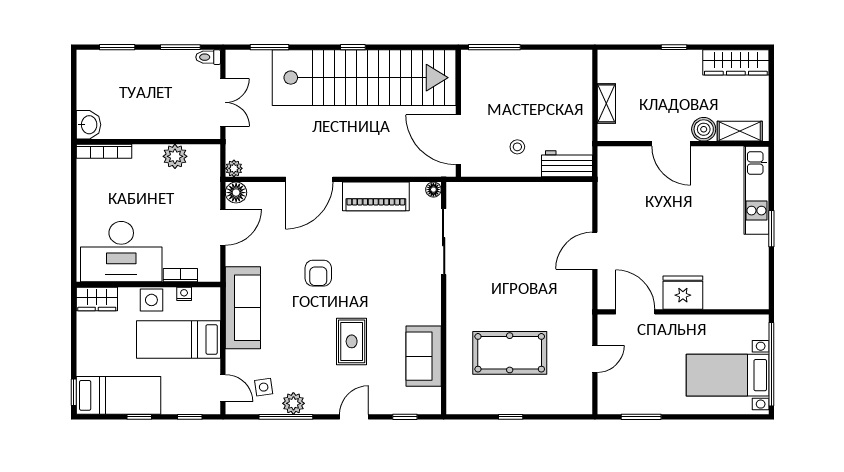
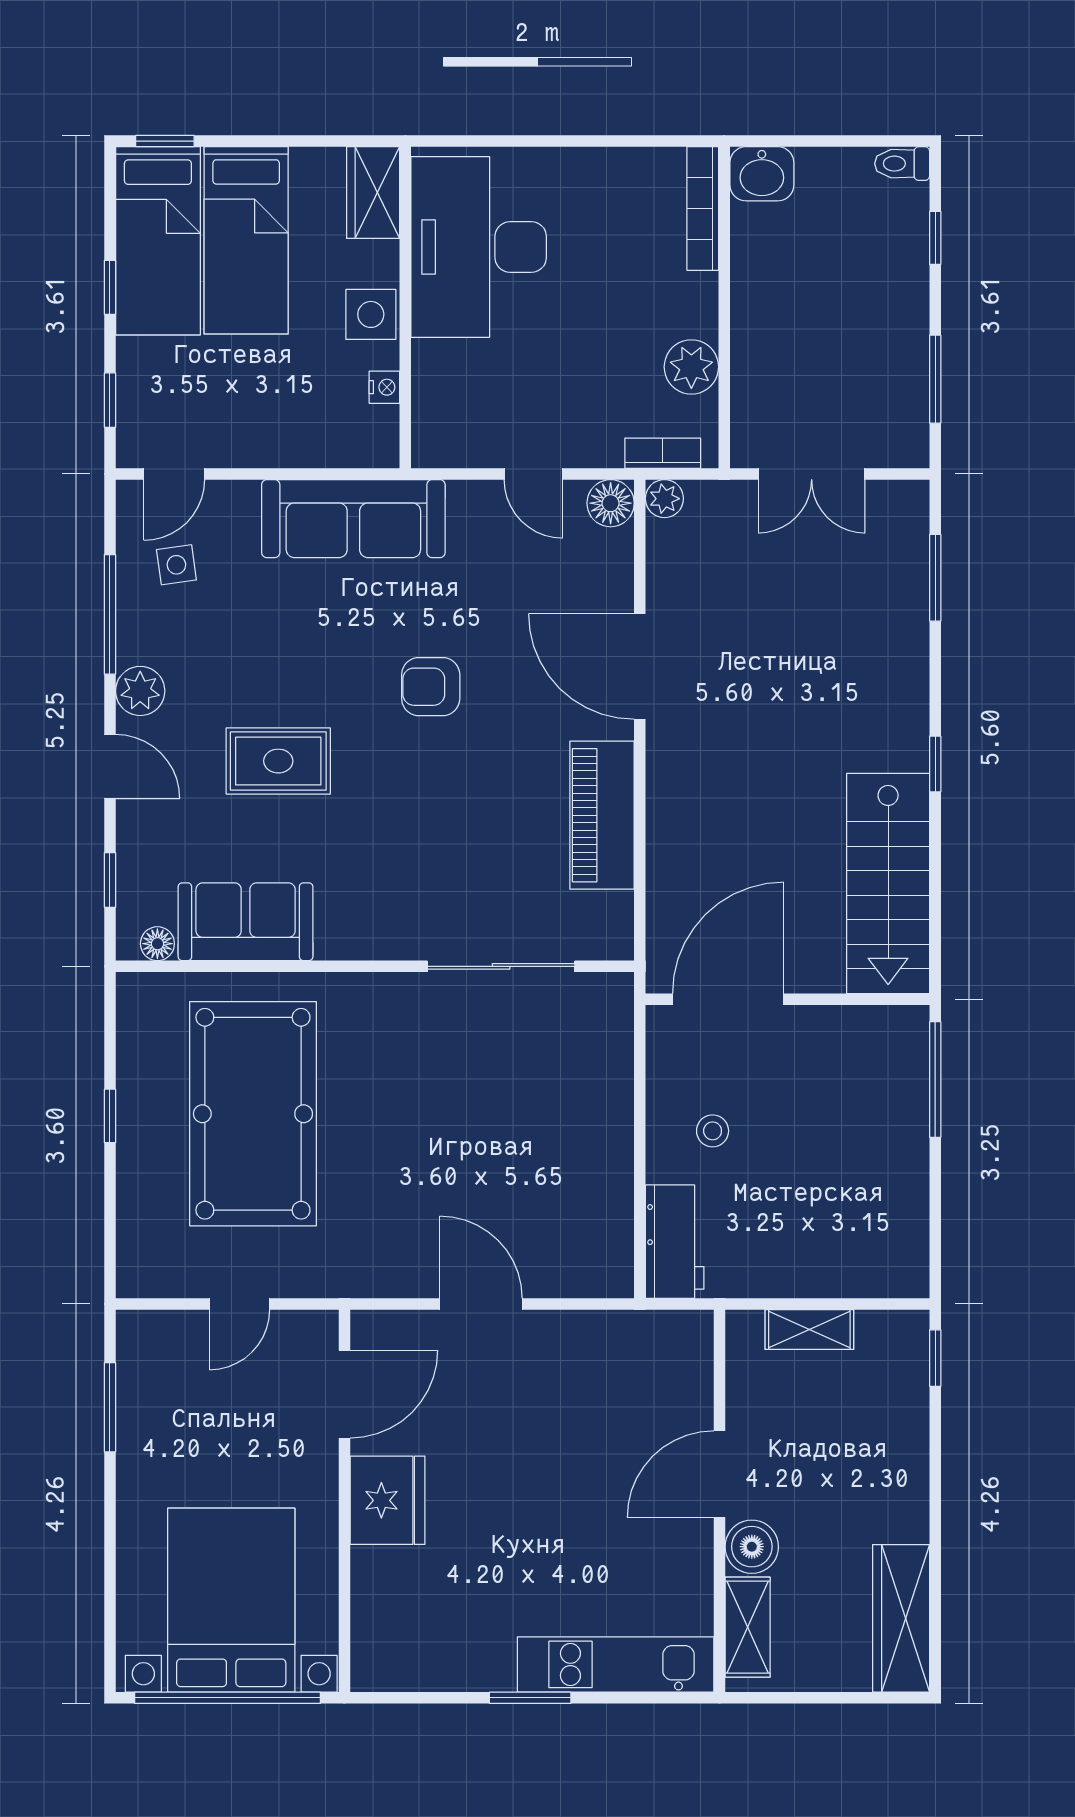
window: (117, 47) -> (935, 238), width x0.67
window: (674, 47) -> (935, 1358), moved
toilet: (208, 57) -> (902, 164), moved, turned -90
stairs: (364, 78) -> (888, 883), width x0.54, depth x0.66
floor lamp: (433, 190) -> (157, 944), moved
door: (223, 227) -> (533, 474), width x0.73
bookcase: (180, 275) -> (663, 453), moved, turned -90
bed: (178, 339) -> (246, 240), moved, turned 180
pool table: (510, 353) -> (253, 1114), width x1.36, depth x1.32
door: (595, 359) -> (240, 1304), hinge flipped
bed with nightstands: (728, 375) -> (231, 1600), width x1.36
plant: (293, 403) -> (140, 691), moved

